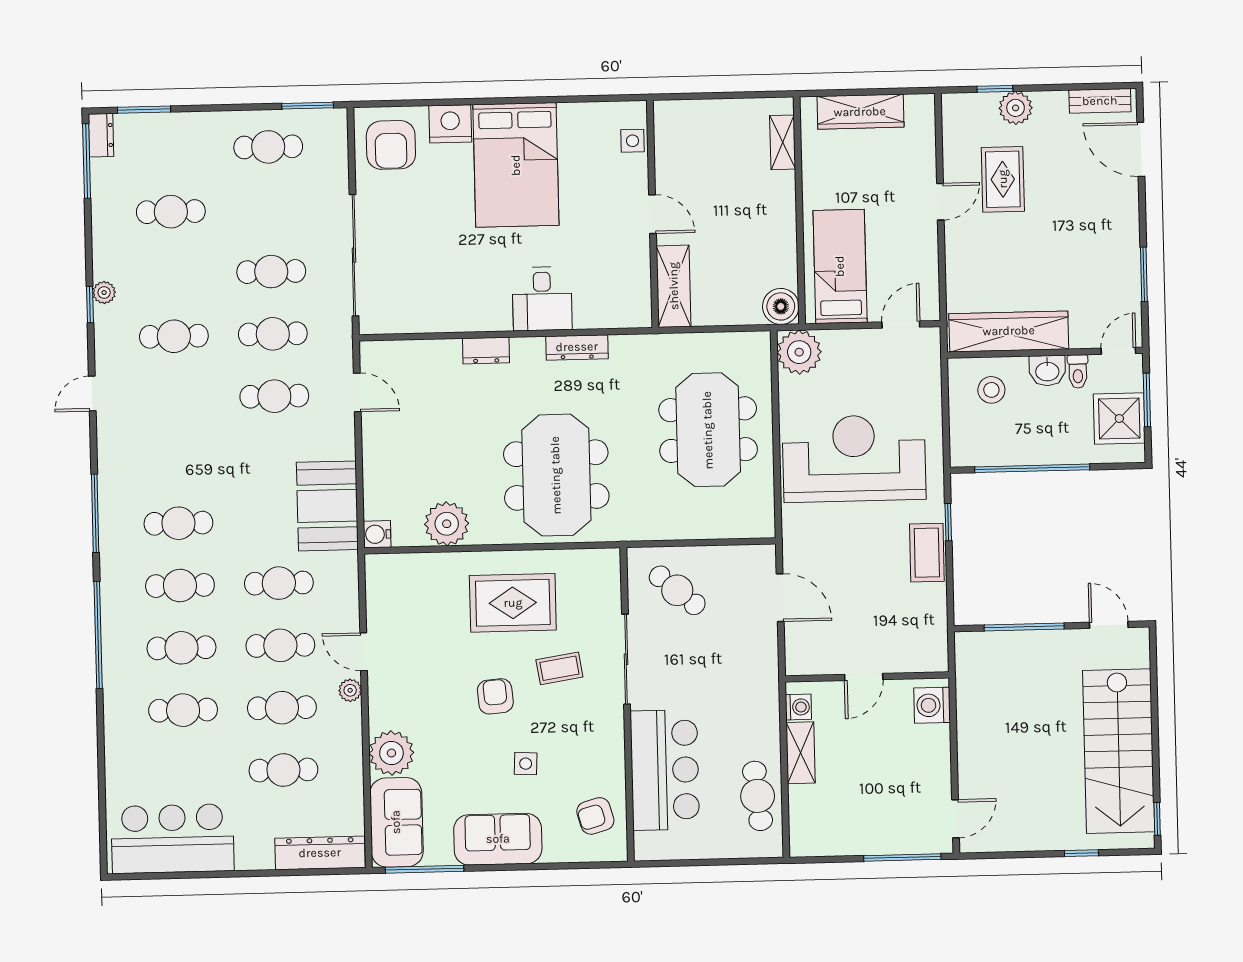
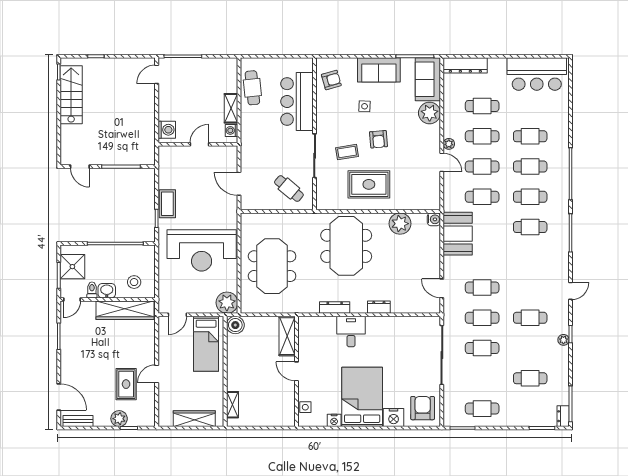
nightstand: (573, 115) -> (334, 420), added
stairs: (1119, 751) -> (71, 95), width x0.73, depth x0.66

